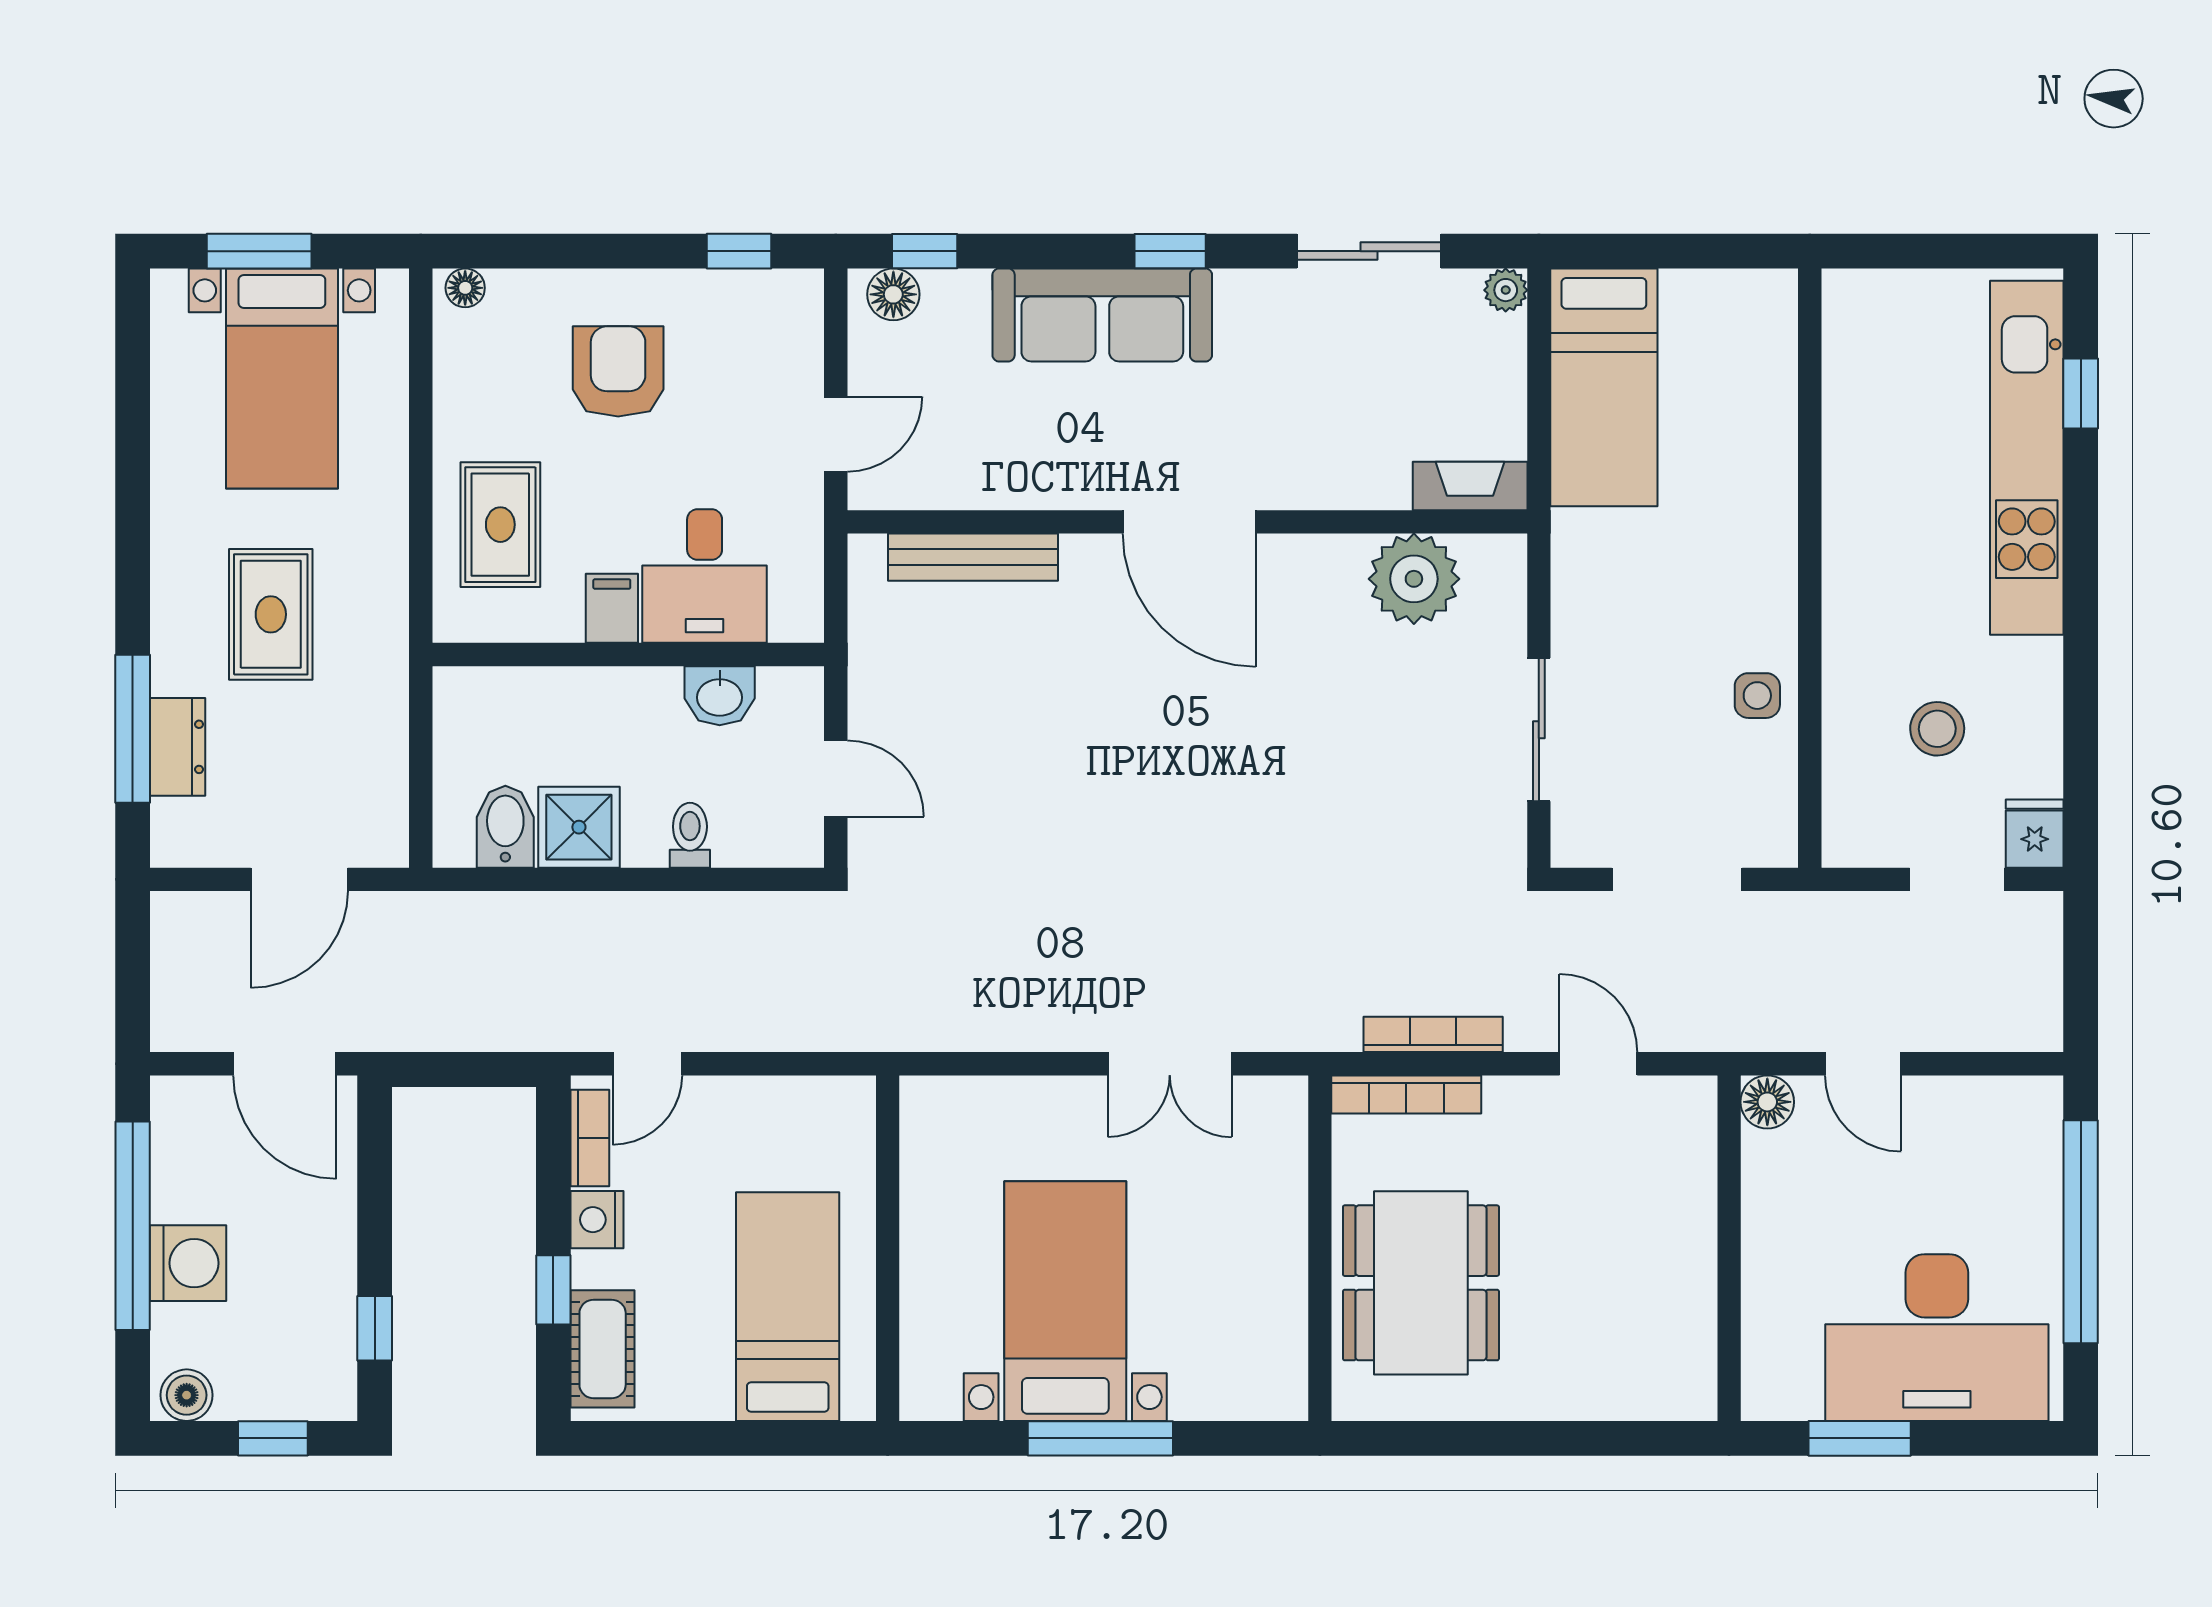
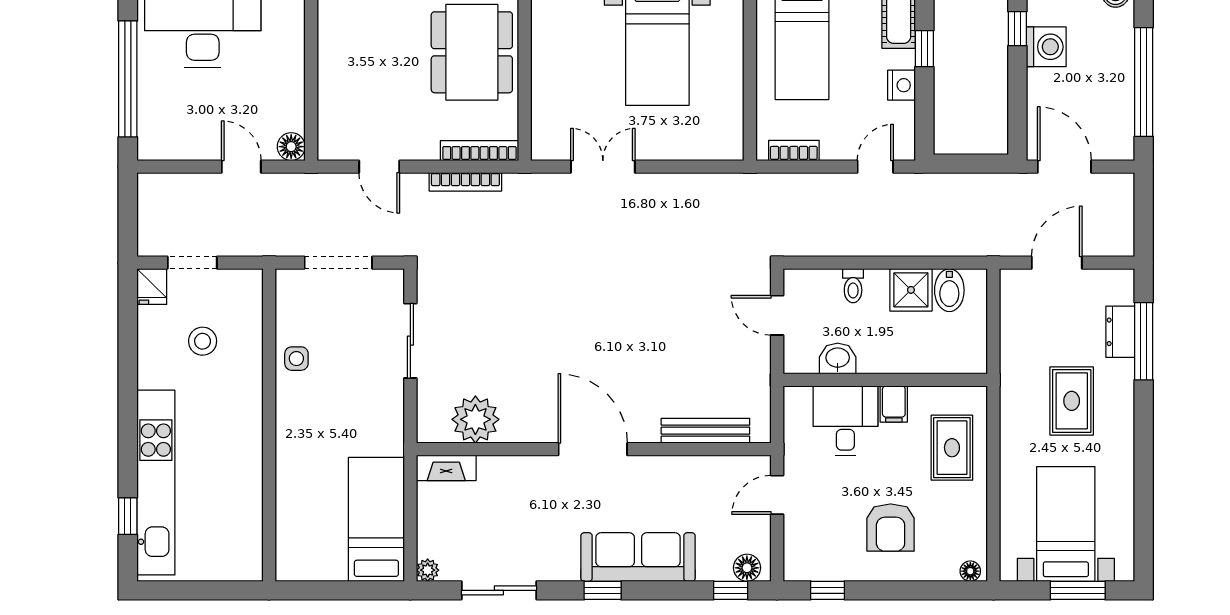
bookcase: (590, 1138) -> (794, 150), moved, turned 90
washing machine: (188, 1263) -> (1046, 47), moved, turned 180

